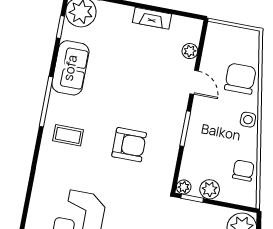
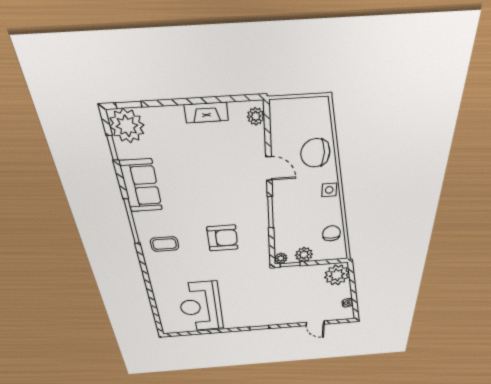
plant: (190, 51) -> (256, 116), moved
chair: (240, 79) -> (315, 153), turned -90

